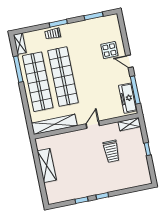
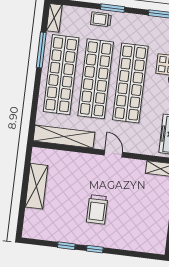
shop shelf: (88, 71) -> (130, 83), added
door: (93, 125) -> (113, 154), hinge flipped
trolley: (111, 151) -> (97, 209), moved

